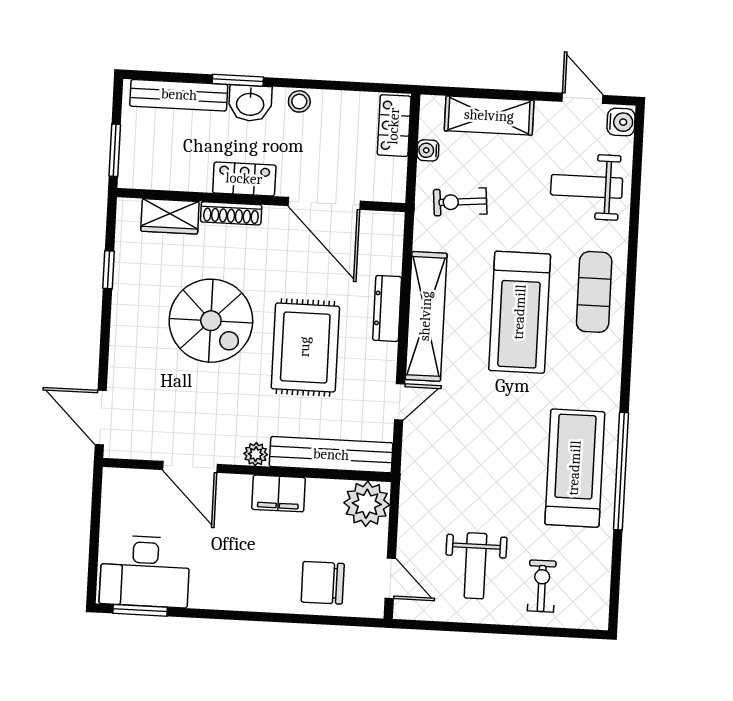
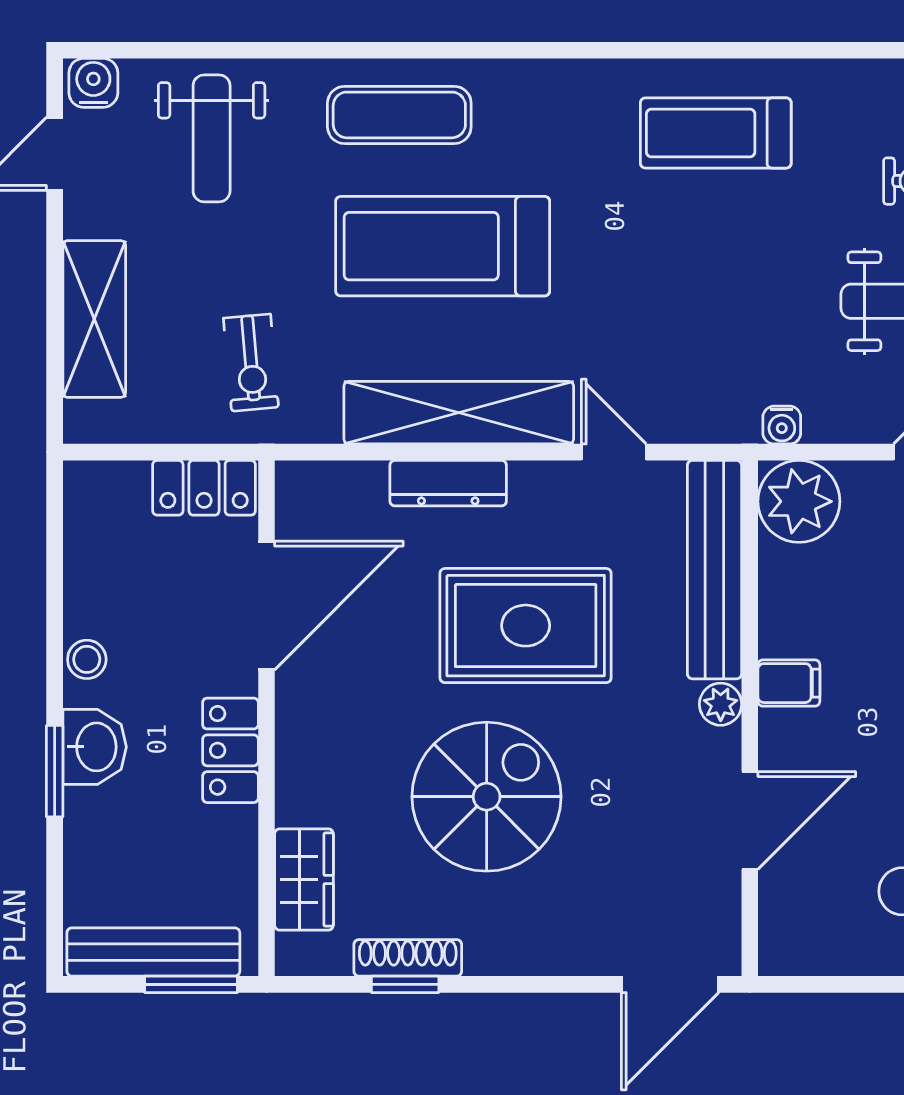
bench: (179, 95) -> (153, 952), moved, turned 90
locker: (394, 126) -> (204, 488), moved
water cooler: (428, 150) -> (782, 425), moved
shoe rack: (231, 213) -> (408, 958), moved, turned -90
treadmill: (520, 312) -> (443, 246), turned 180
treadmill: (575, 468) -> (716, 133), width x0.73, depth x0.73
window: (621, 471) -> (717, 50), removed
filing cabinet: (278, 493) -> (789, 683), width x0.50

